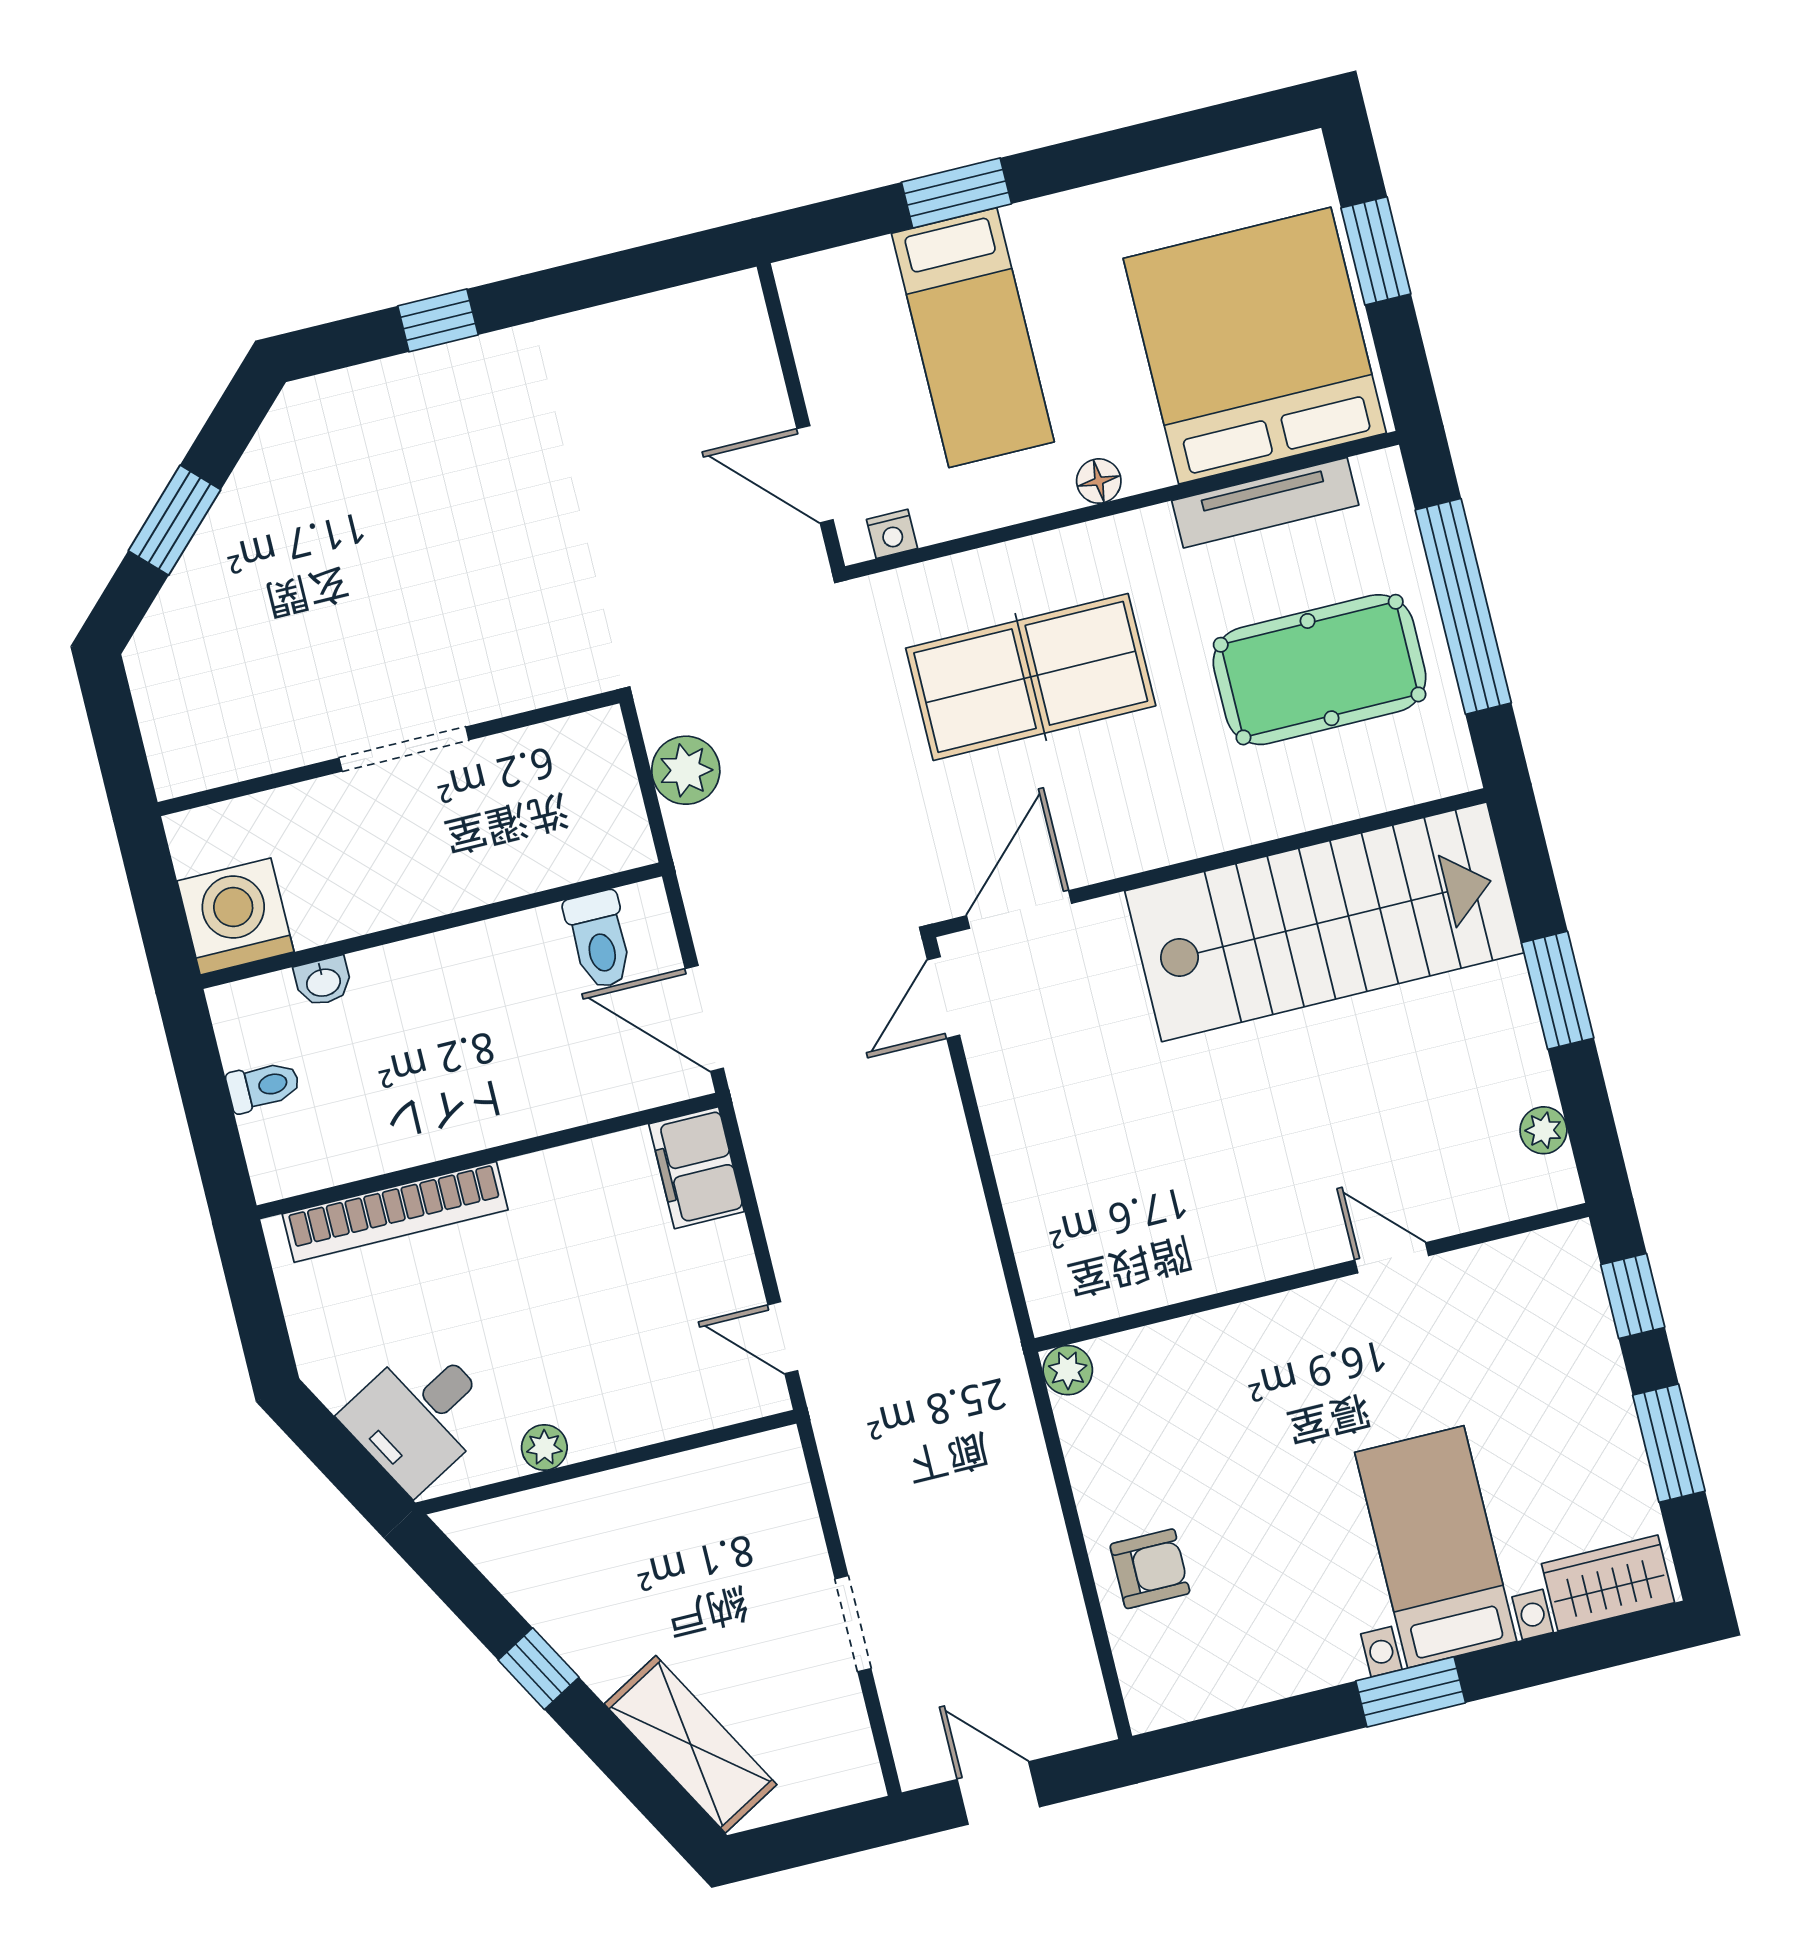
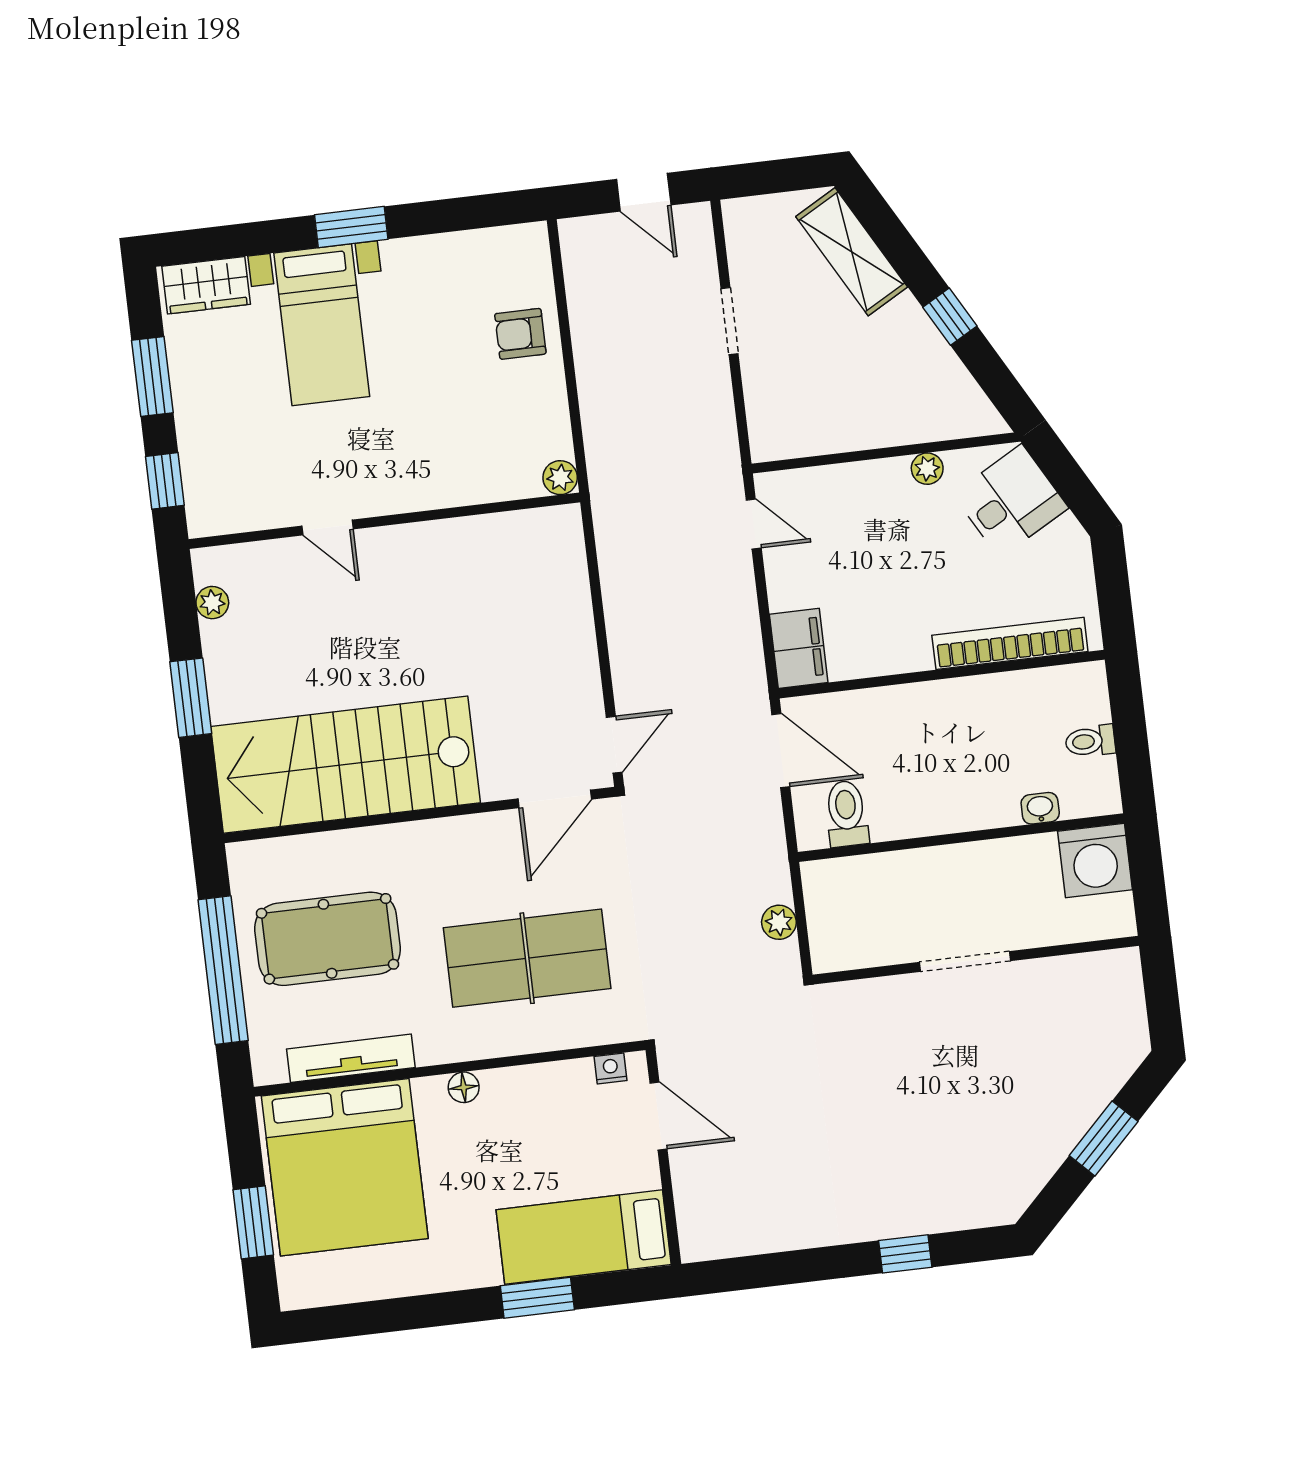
bed: (973, 338) -> (584, 1237), moved, turned -90
plant: (686, 770) -> (779, 922), width x0.73, depth x0.73

